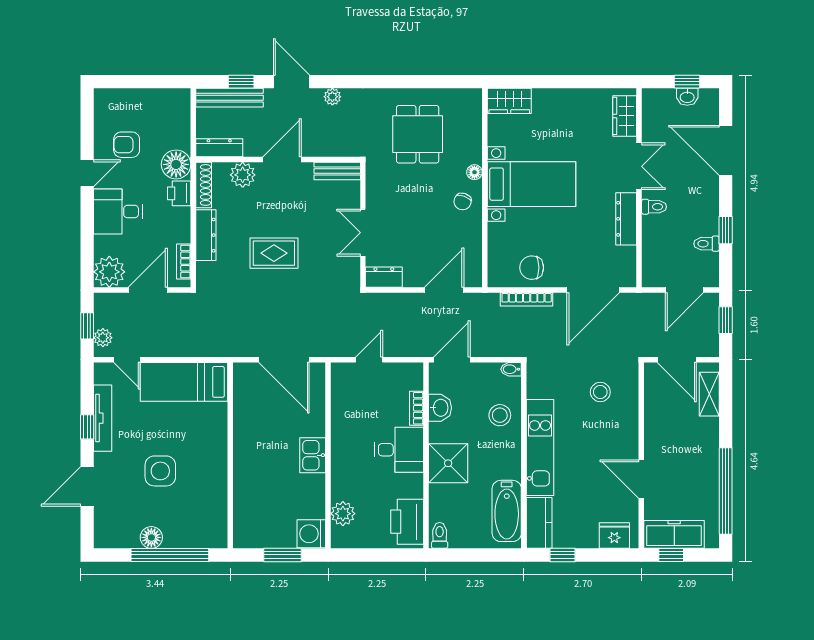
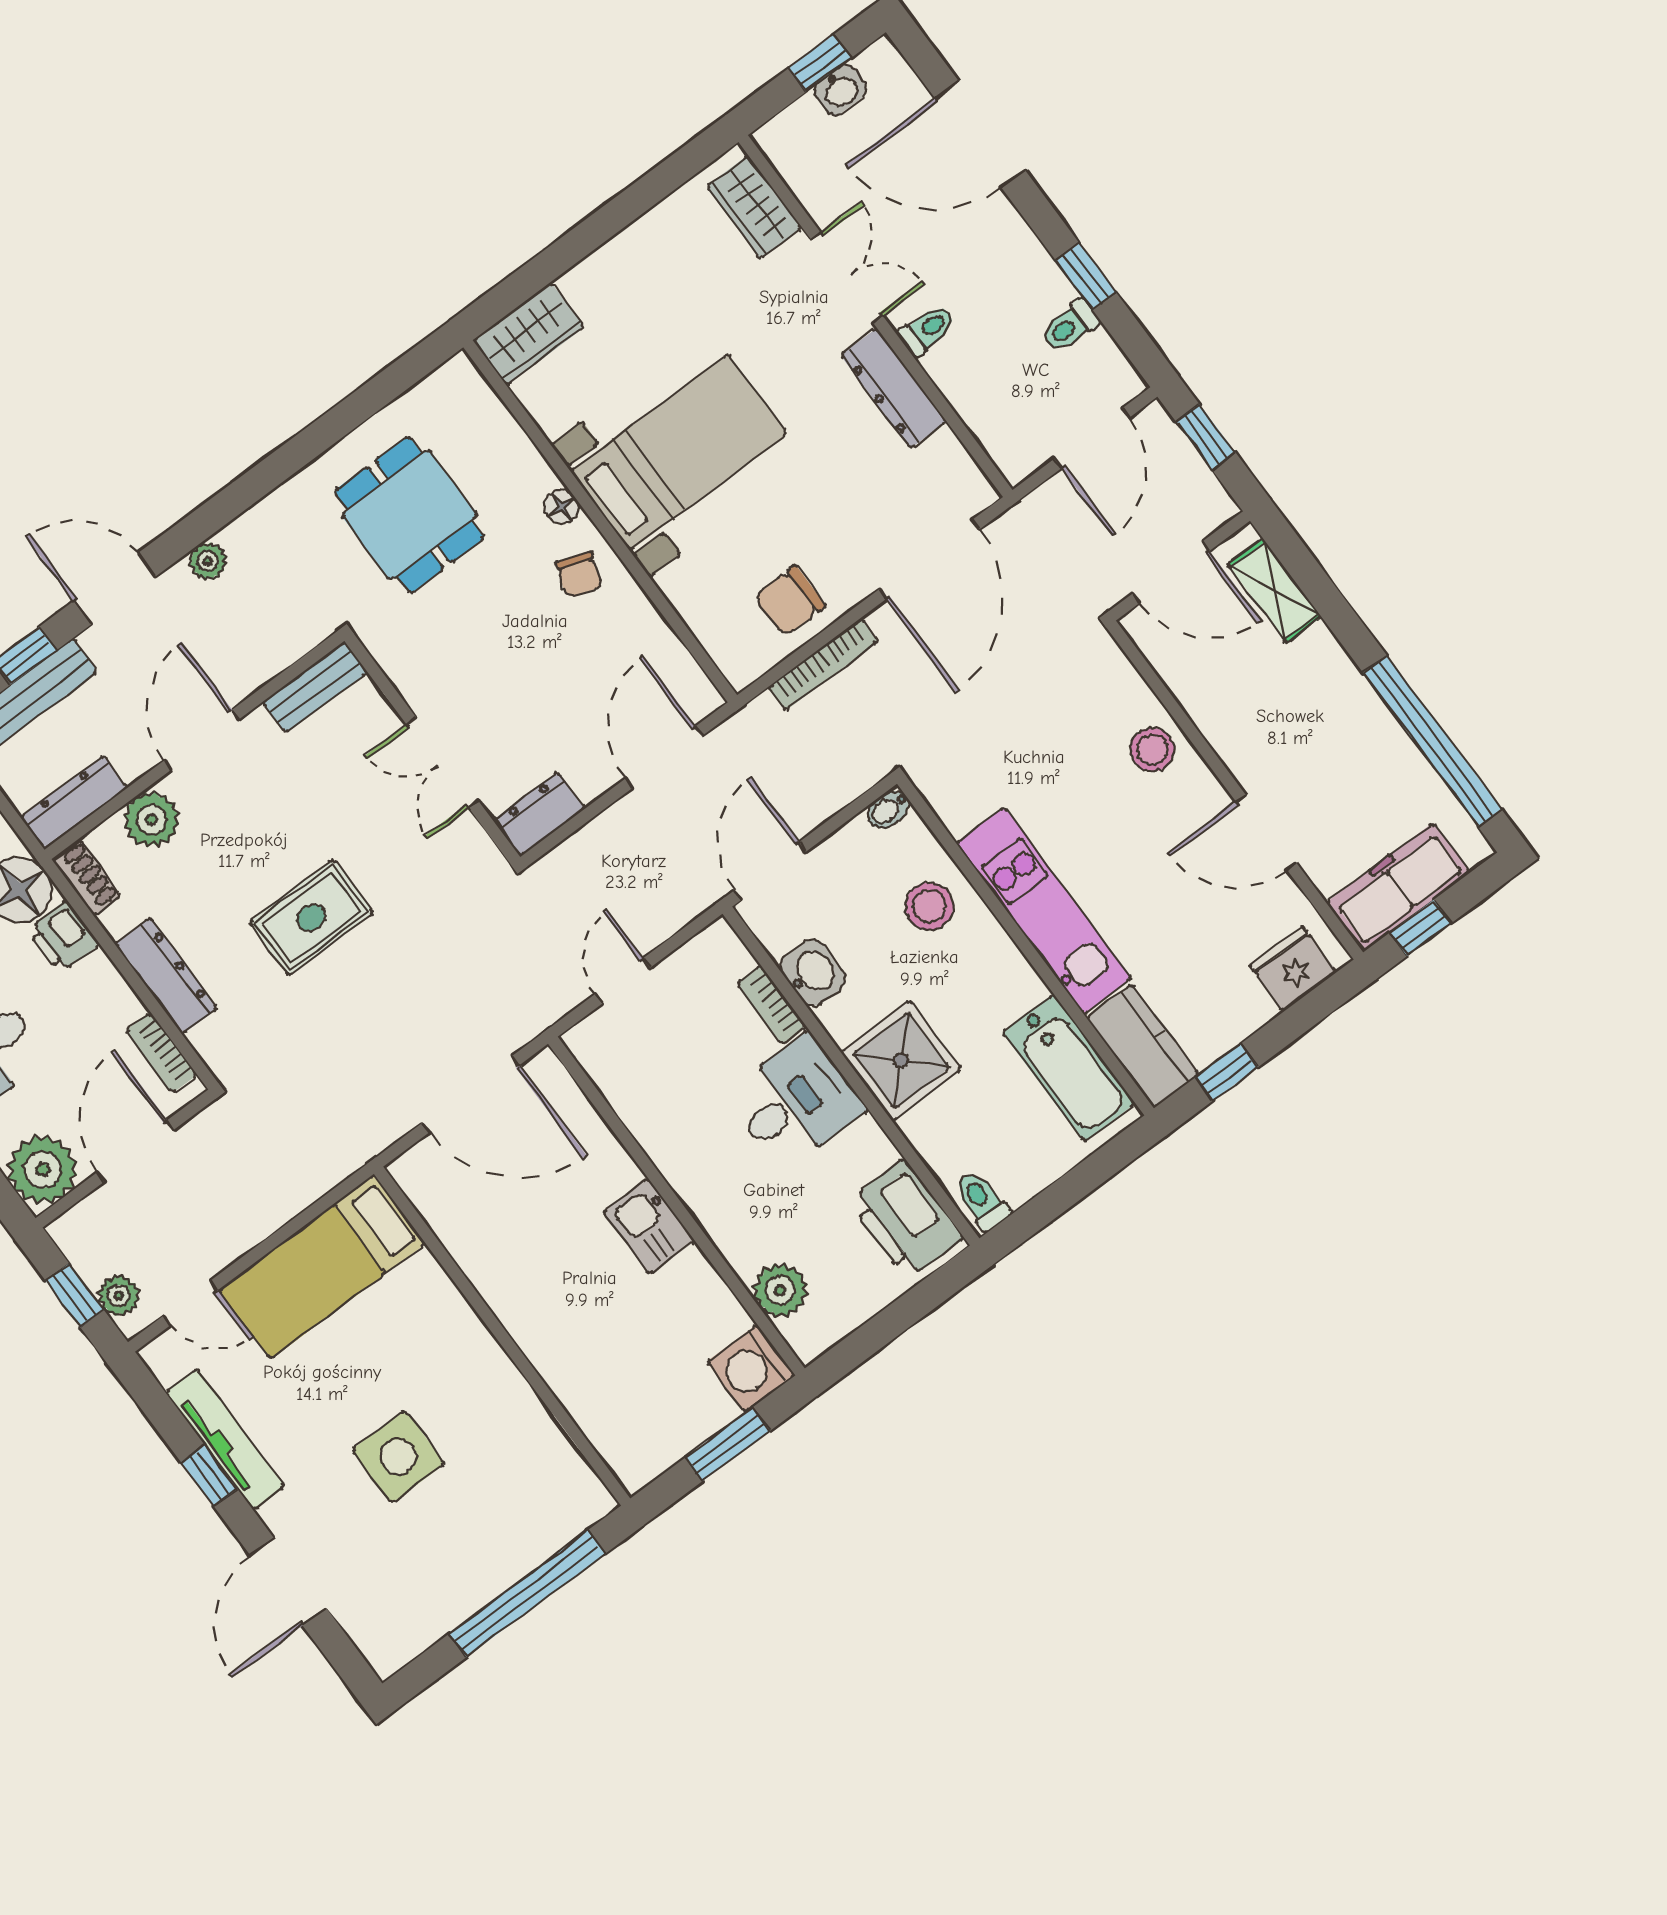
shoe rack: (204, 185) -> (86, 877), width x0.70
stool: (600, 392) -> (1152, 750), moved
floor lamp: (151, 537) -> (471, 1587), removed

